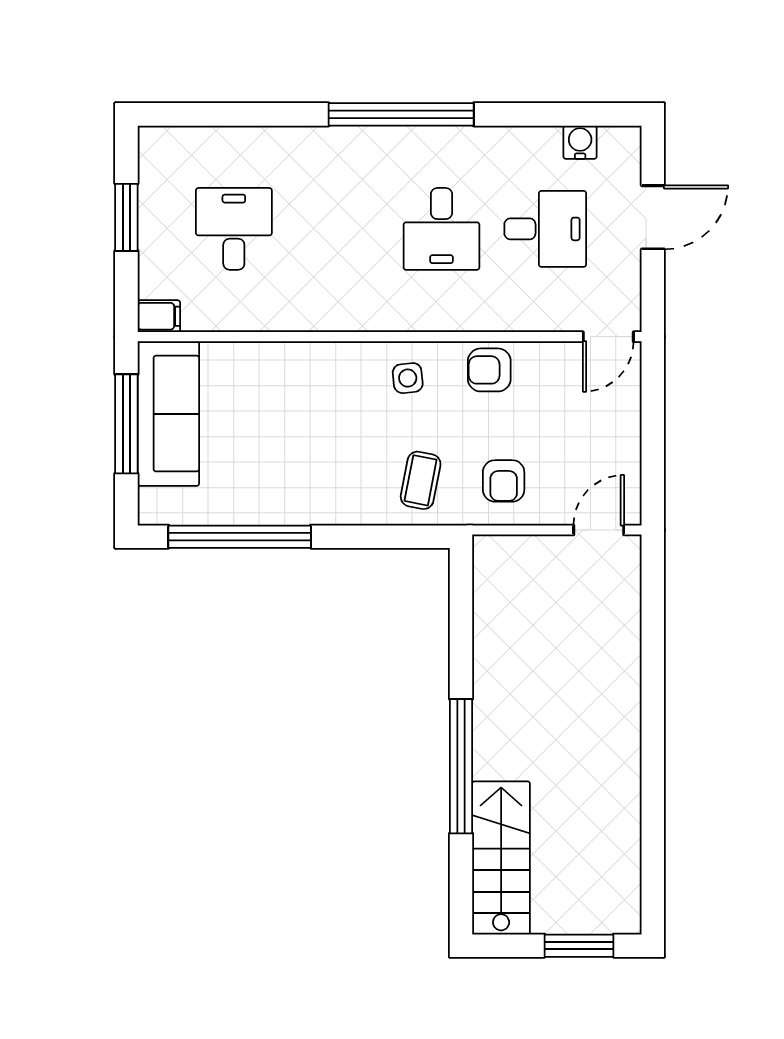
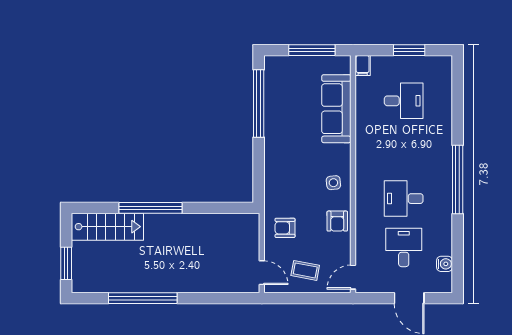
desk: (545, 229) -> (404, 248), turned 180
door: (608, 337) -> (353, 277), hinge flipped
armchair: (489, 370) -> (337, 221), turned 180
sofa: (168, 414) -> (336, 109), moved, turned 90
coffee table: (421, 480) -> (305, 270), moved
window: (653, 783) -> (143, 298), added

